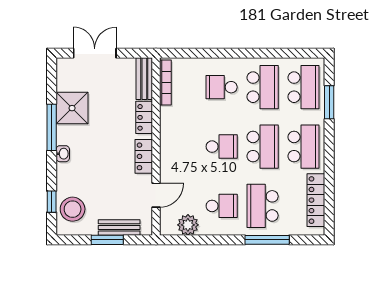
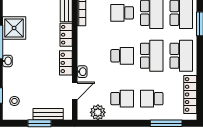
washbasin: (166, 169) -> (82, 72), added
school desk: (263, 206) -> (152, 99), width x0.54
stool: (73, 209) -> (14, 101), width x0.53, depth x0.53
window: (267, 240) -> (166, 123), moved

